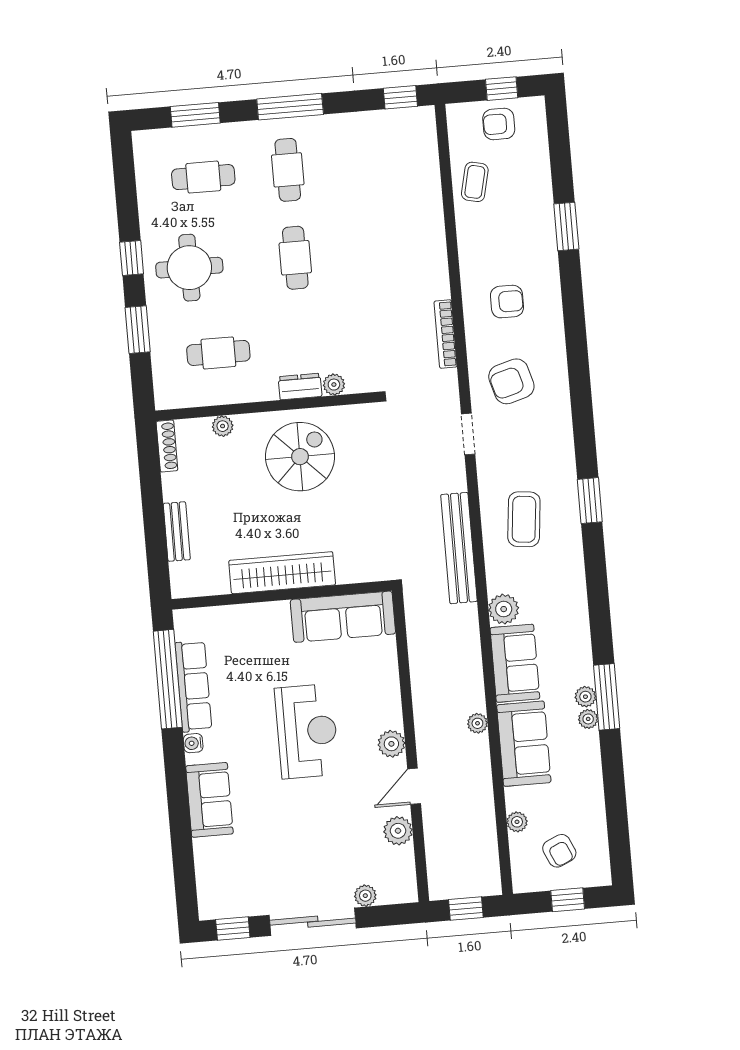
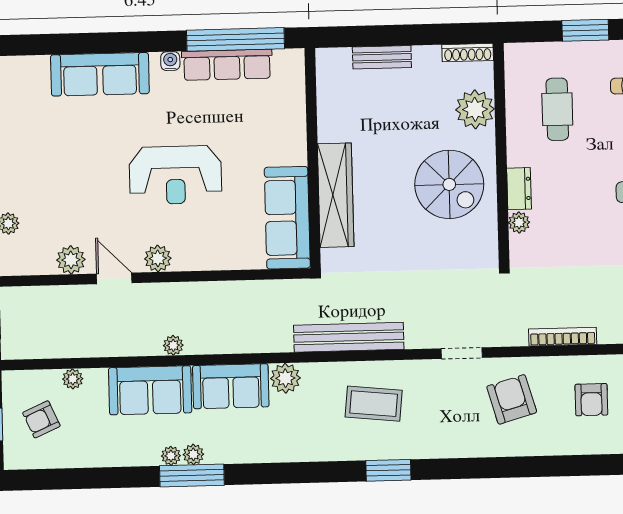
plant: (223, 426) -> (475, 109), width x1.88, depth x1.88
wardrobe: (282, 573) -> (336, 195), moved
sofa: (209, 800) -> (100, 74), width x1.36

